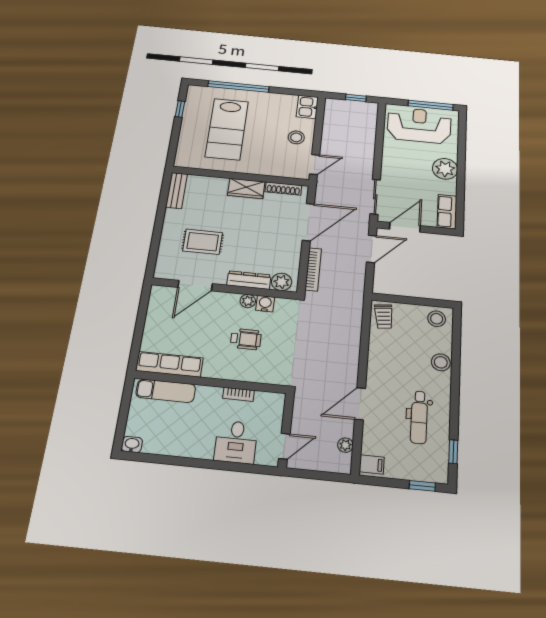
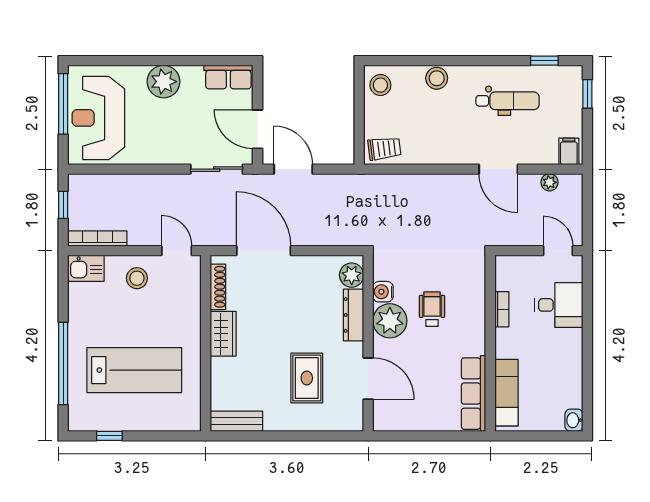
bookcase: (313, 269) -> (97, 238), moved
plant: (248, 301) -> (390, 321), width x1.87, depth x1.87

